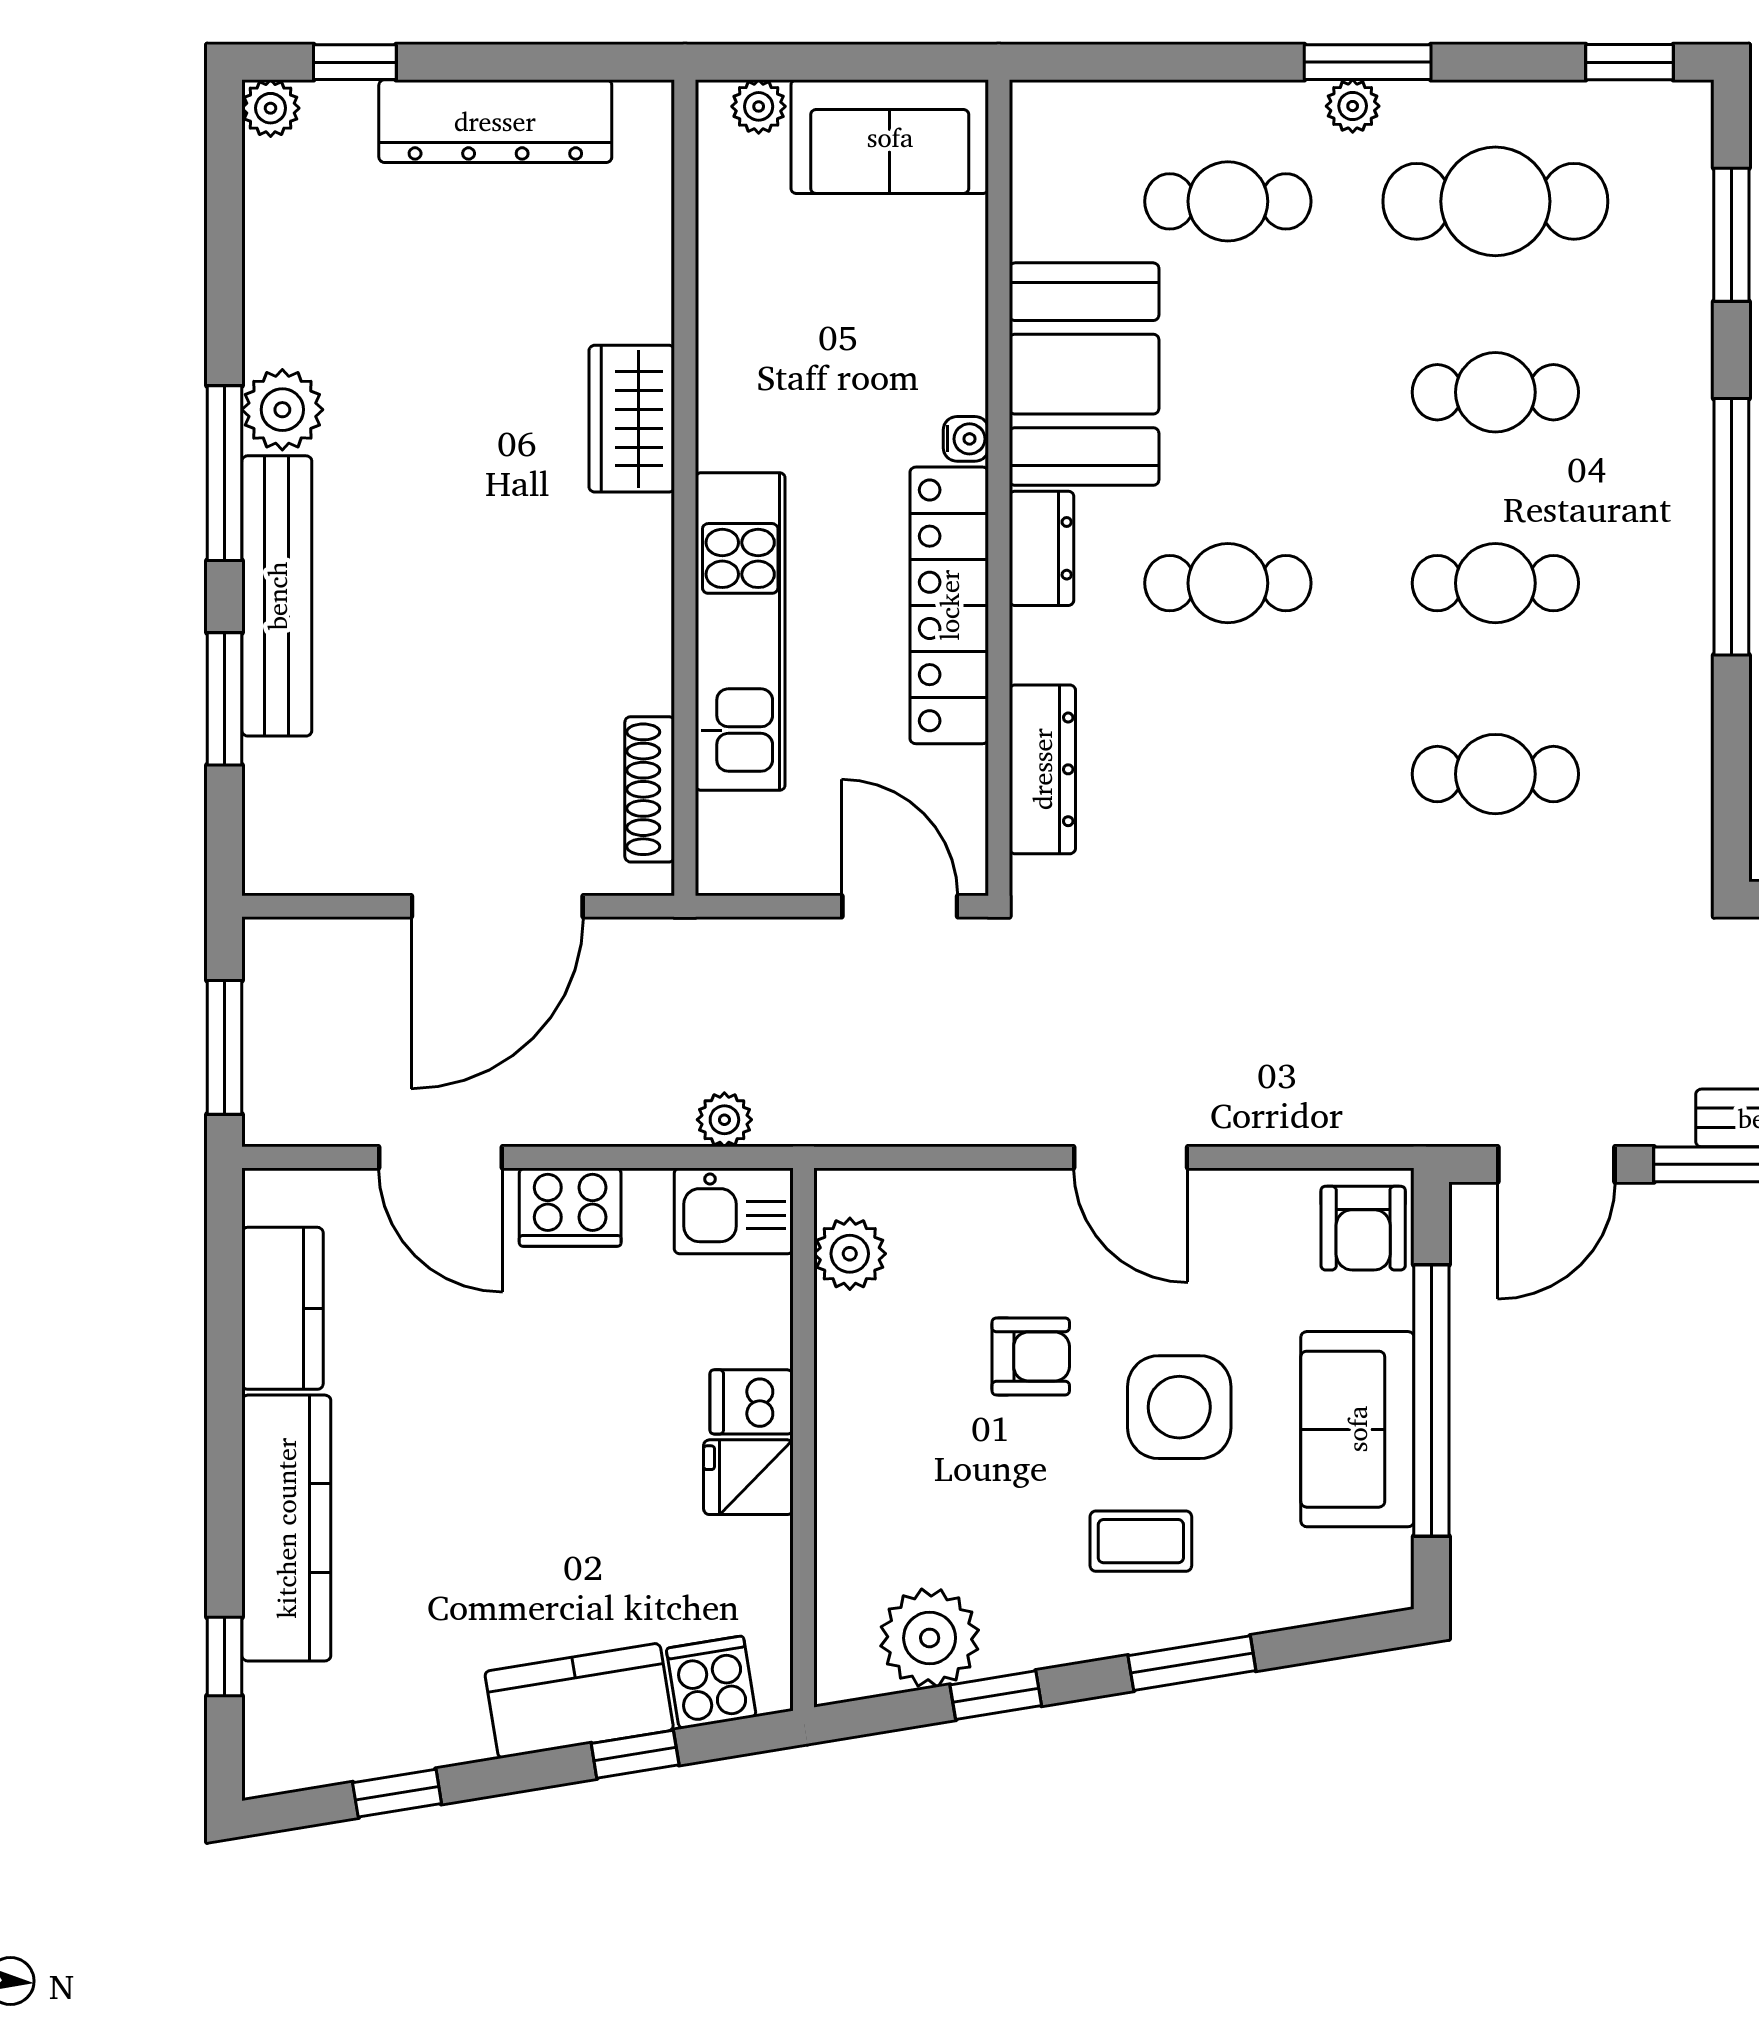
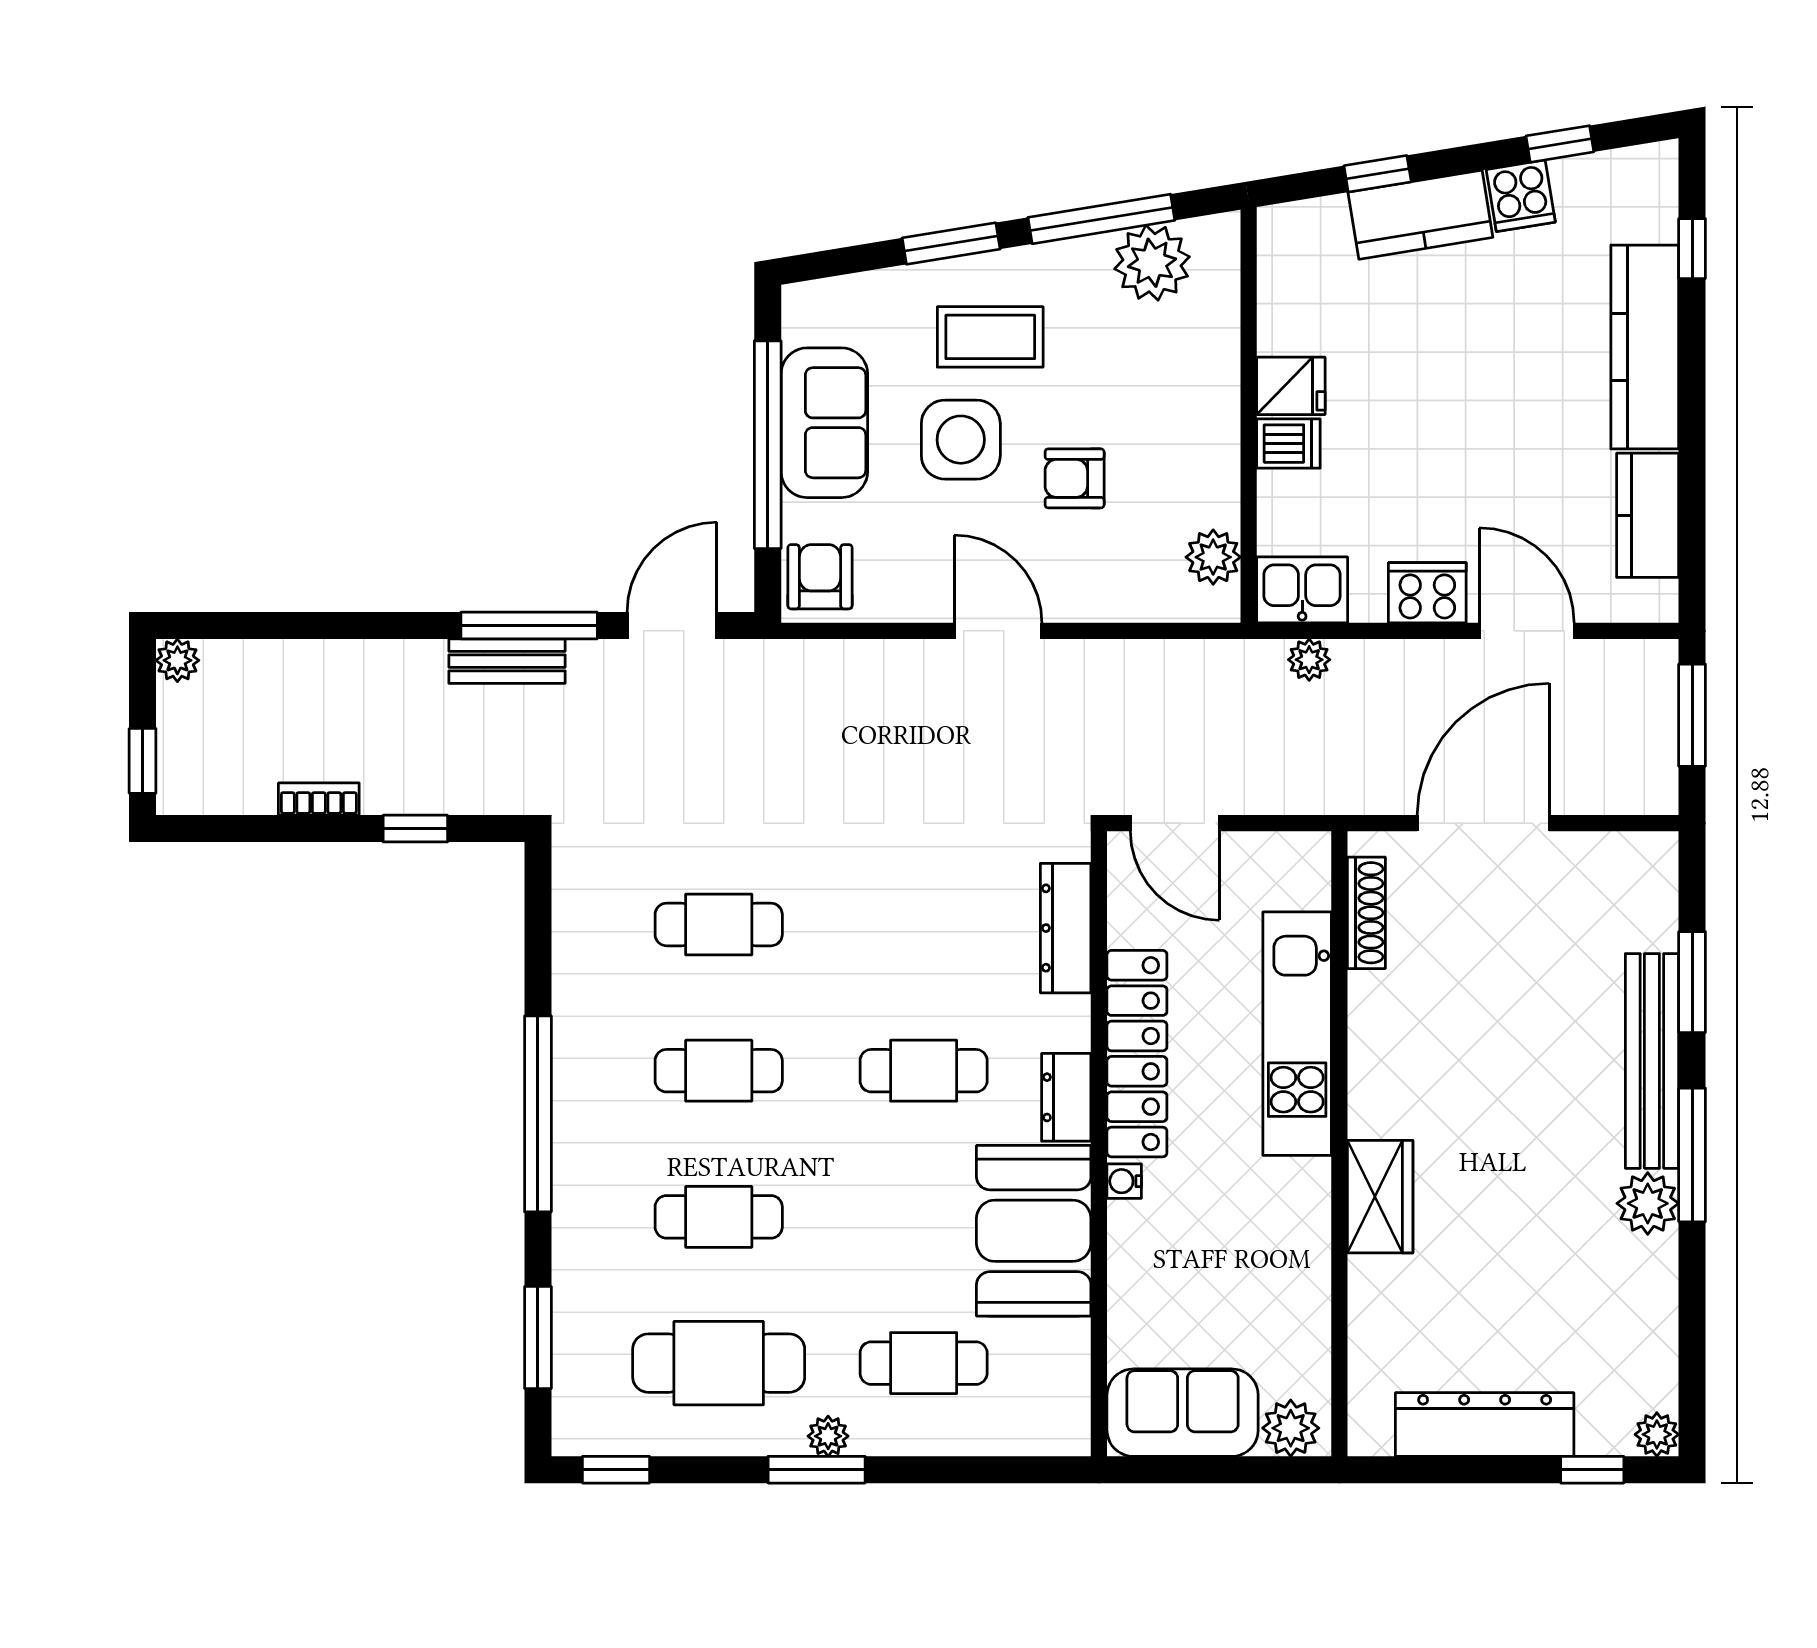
plant: (759, 106) -> (1291, 1428), width x1.38, depth x1.38
coffee table: (1141, 1541) -> (990, 337), width x1.36, depth x1.30
cooker: (711, 1682) -> (1521, 196), moved
window: (996, 1695) -> (1101, 219), width x2.17

